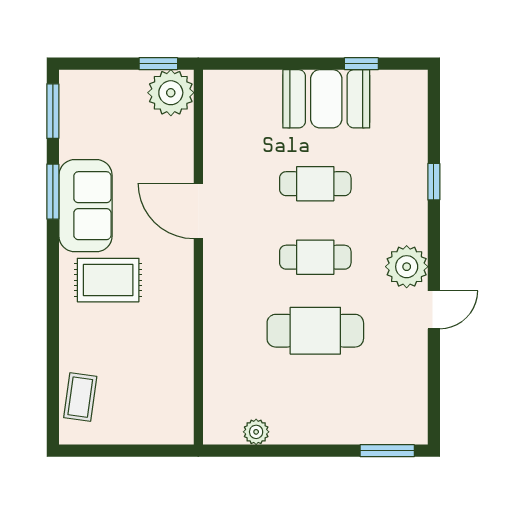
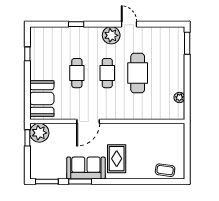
booth: (326, 99) -> (42, 98), moved

